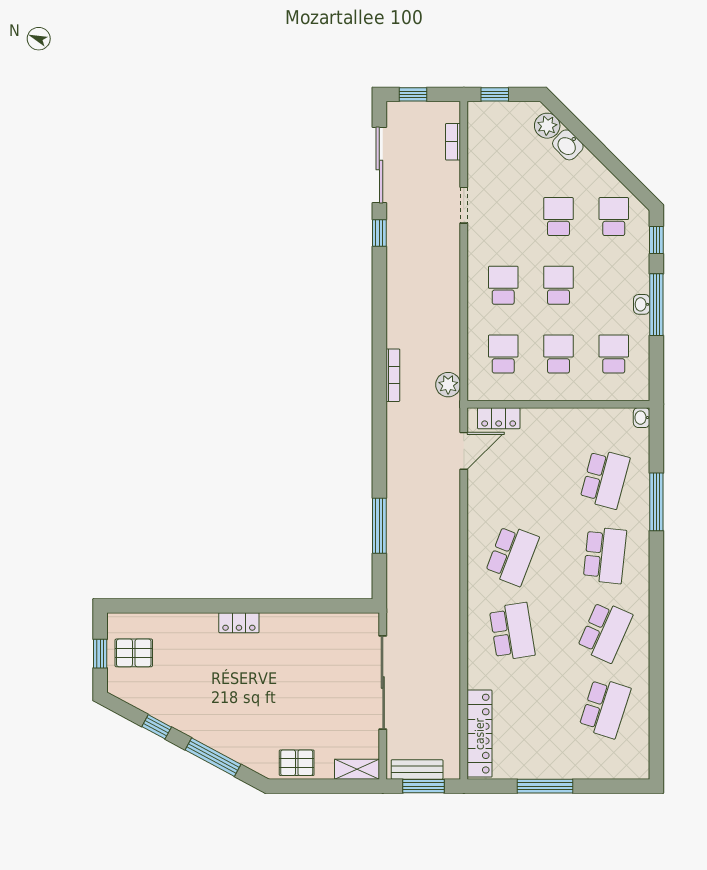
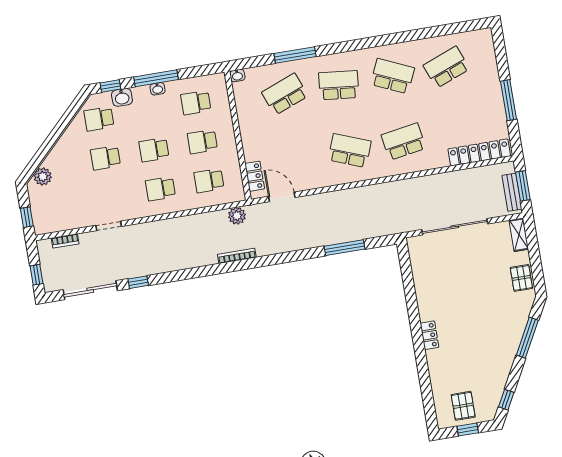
washbasin: (568, 145) -> (122, 97), moved, turned 45
school desk: (605, 479) -> (285, 94), turned -36
school desk: (605, 708) -> (446, 67), turned -39
window: (157, 727) -> (506, 400), moved

